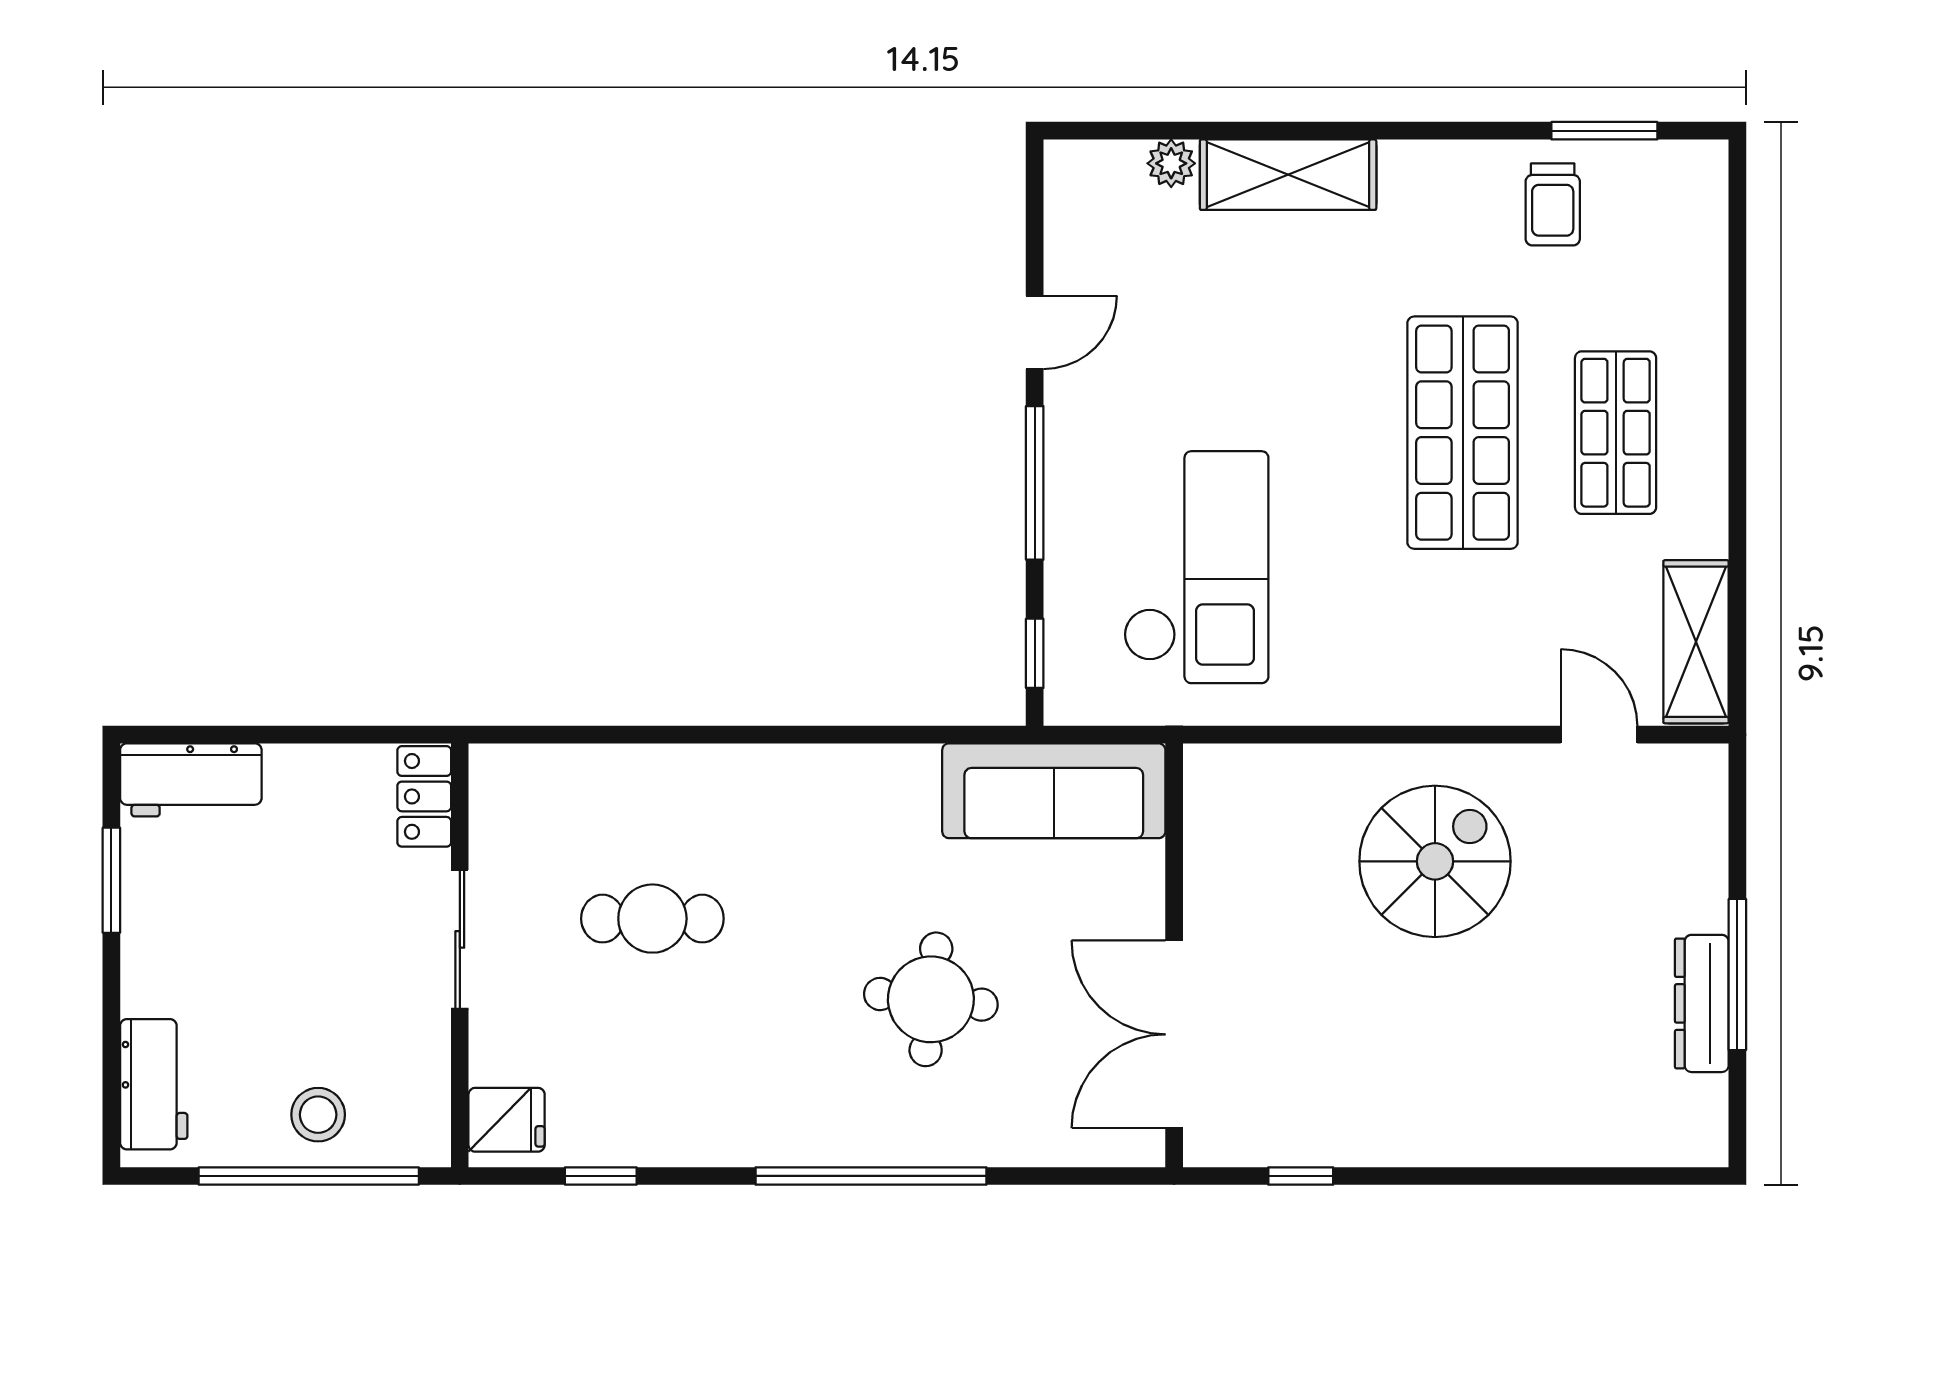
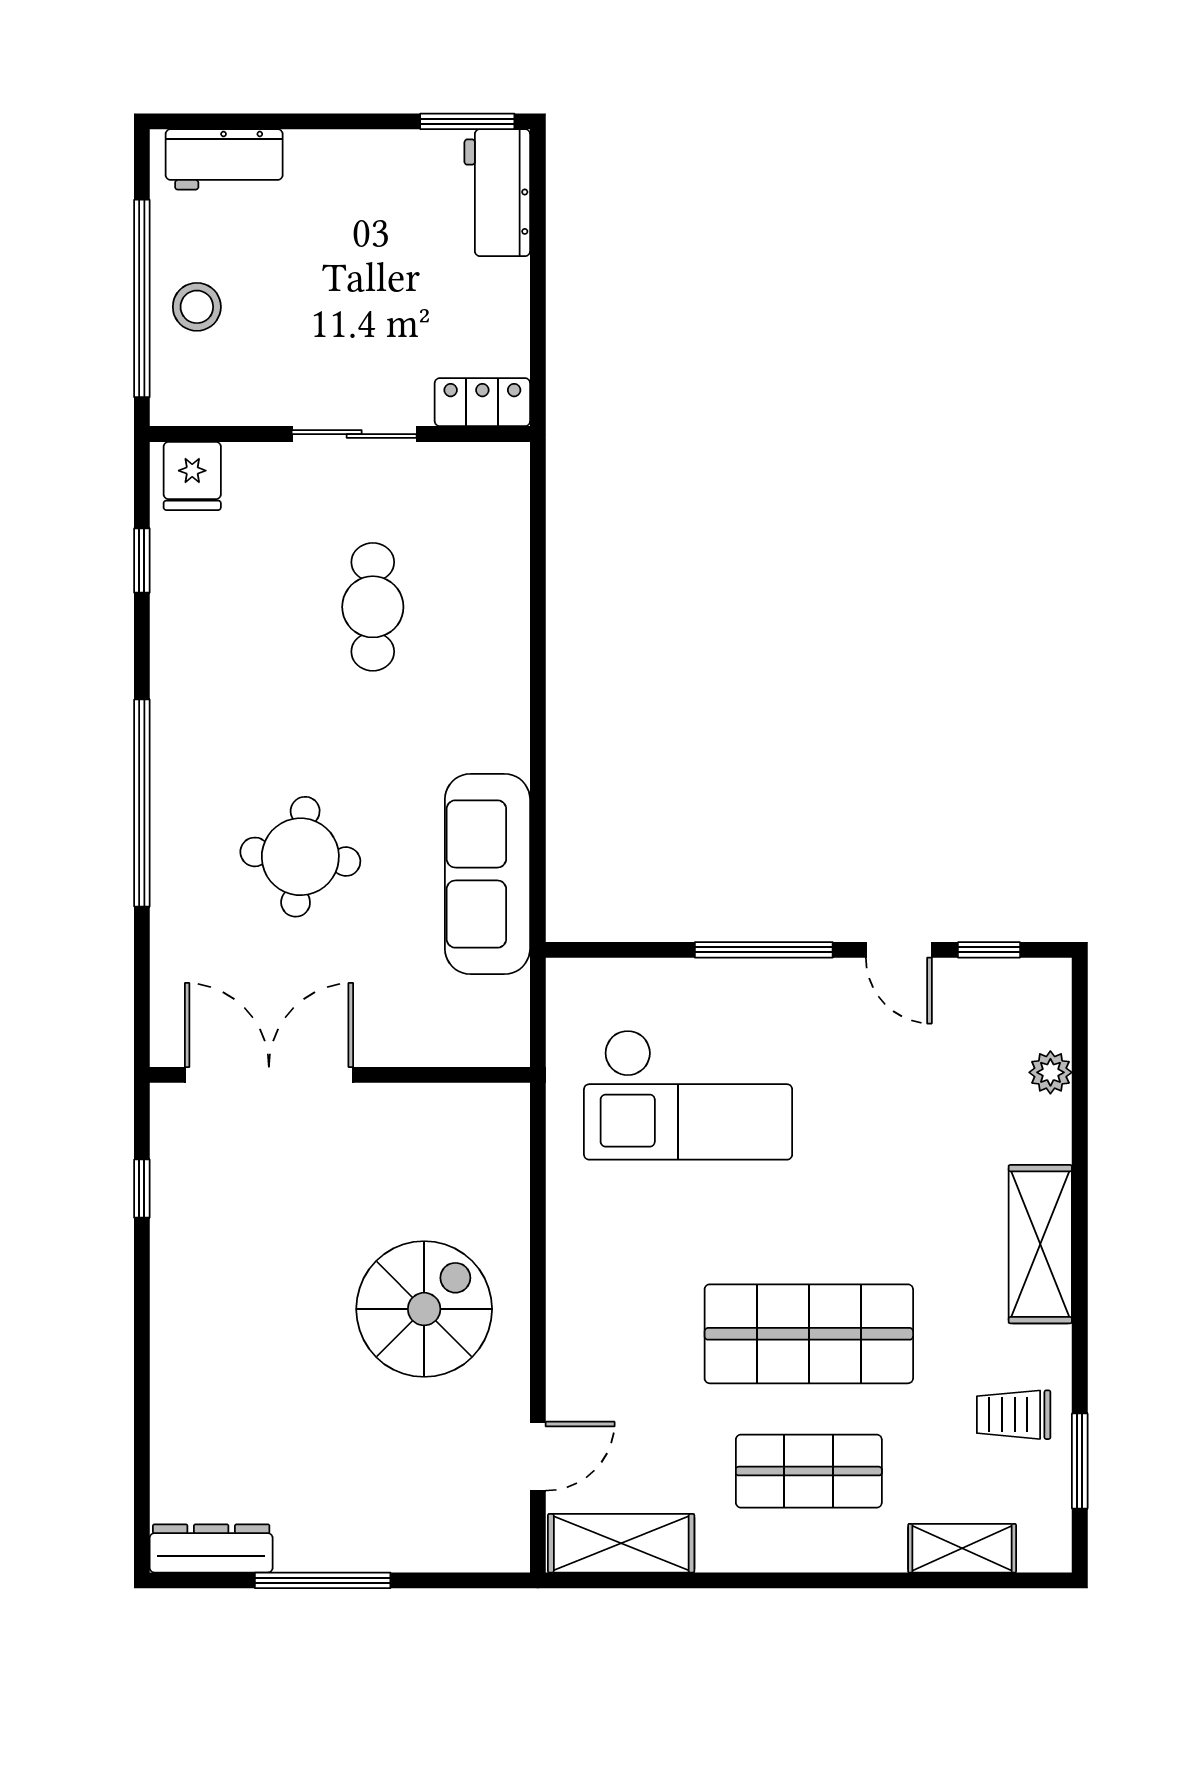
shelving: (1288, 175) -> (1040, 1244), moved
shelving: (1702, 262) -> (962, 1548), added
window: (1035, 653) -> (989, 950), moved
sofa: (1054, 791) -> (487, 874), moved
spiral stairs: (1435, 861) -> (424, 1309), turned -90
window: (111, 880) -> (467, 121), moved
dresser: (1702, 1003) -> (211, 1548), moved

